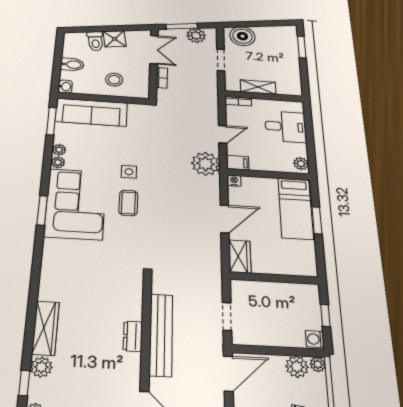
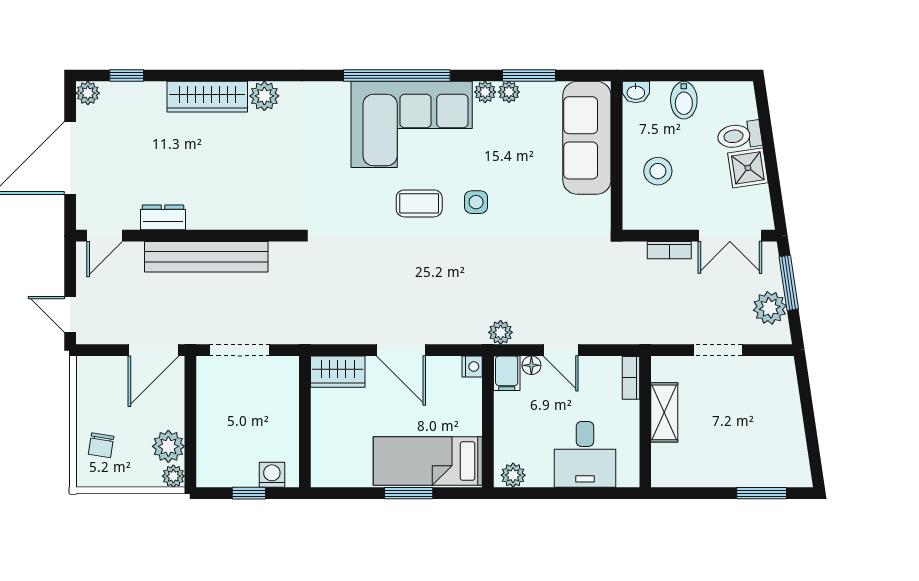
boiler: (242, 36) -> (776, 389), removed
window: (51, 121) -> (529, 76), moved
floor lamp: (232, 150) -> (531, 365), added
plant: (205, 164) -> (501, 332), width x0.53, depth x0.53
window: (42, 210) -> (397, 76), width x2.11
doorway: (227, 316) -> (239, 350), width x1.38
dresser: (133, 336) -> (163, 217), moved
washing machine: (315, 339) -> (272, 475), moved
plant: (41, 367) -> (264, 96), moved
door: (228, 374) -> (153, 350), hinge flipped

